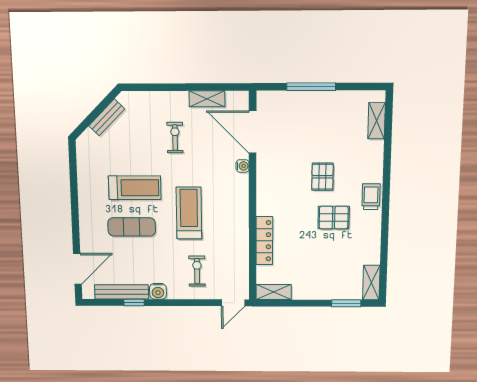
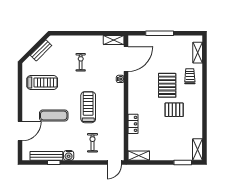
shelving: (207, 99) -> (114, 40), moved
door: (253, 132) -> (126, 59), swing flipped
pallet: (322, 177) -> (167, 85), width x1.50, depth x1.42
treadmill: (135, 188) -> (42, 82), moved
trolley: (371, 197) -> (190, 76), moved
locker: (264, 241) -> (133, 124), width x0.66
door: (77, 269) -> (20, 131), moved

